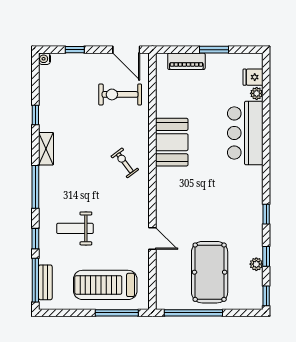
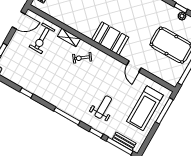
booth: (172, 142) -> (110, 38), moved
shelving: (46, 149) -> (69, 37), moved
weight bench: (75, 228) -> (103, 107), turned 180
door: (152, 239) -> (134, 67), swing flipped

